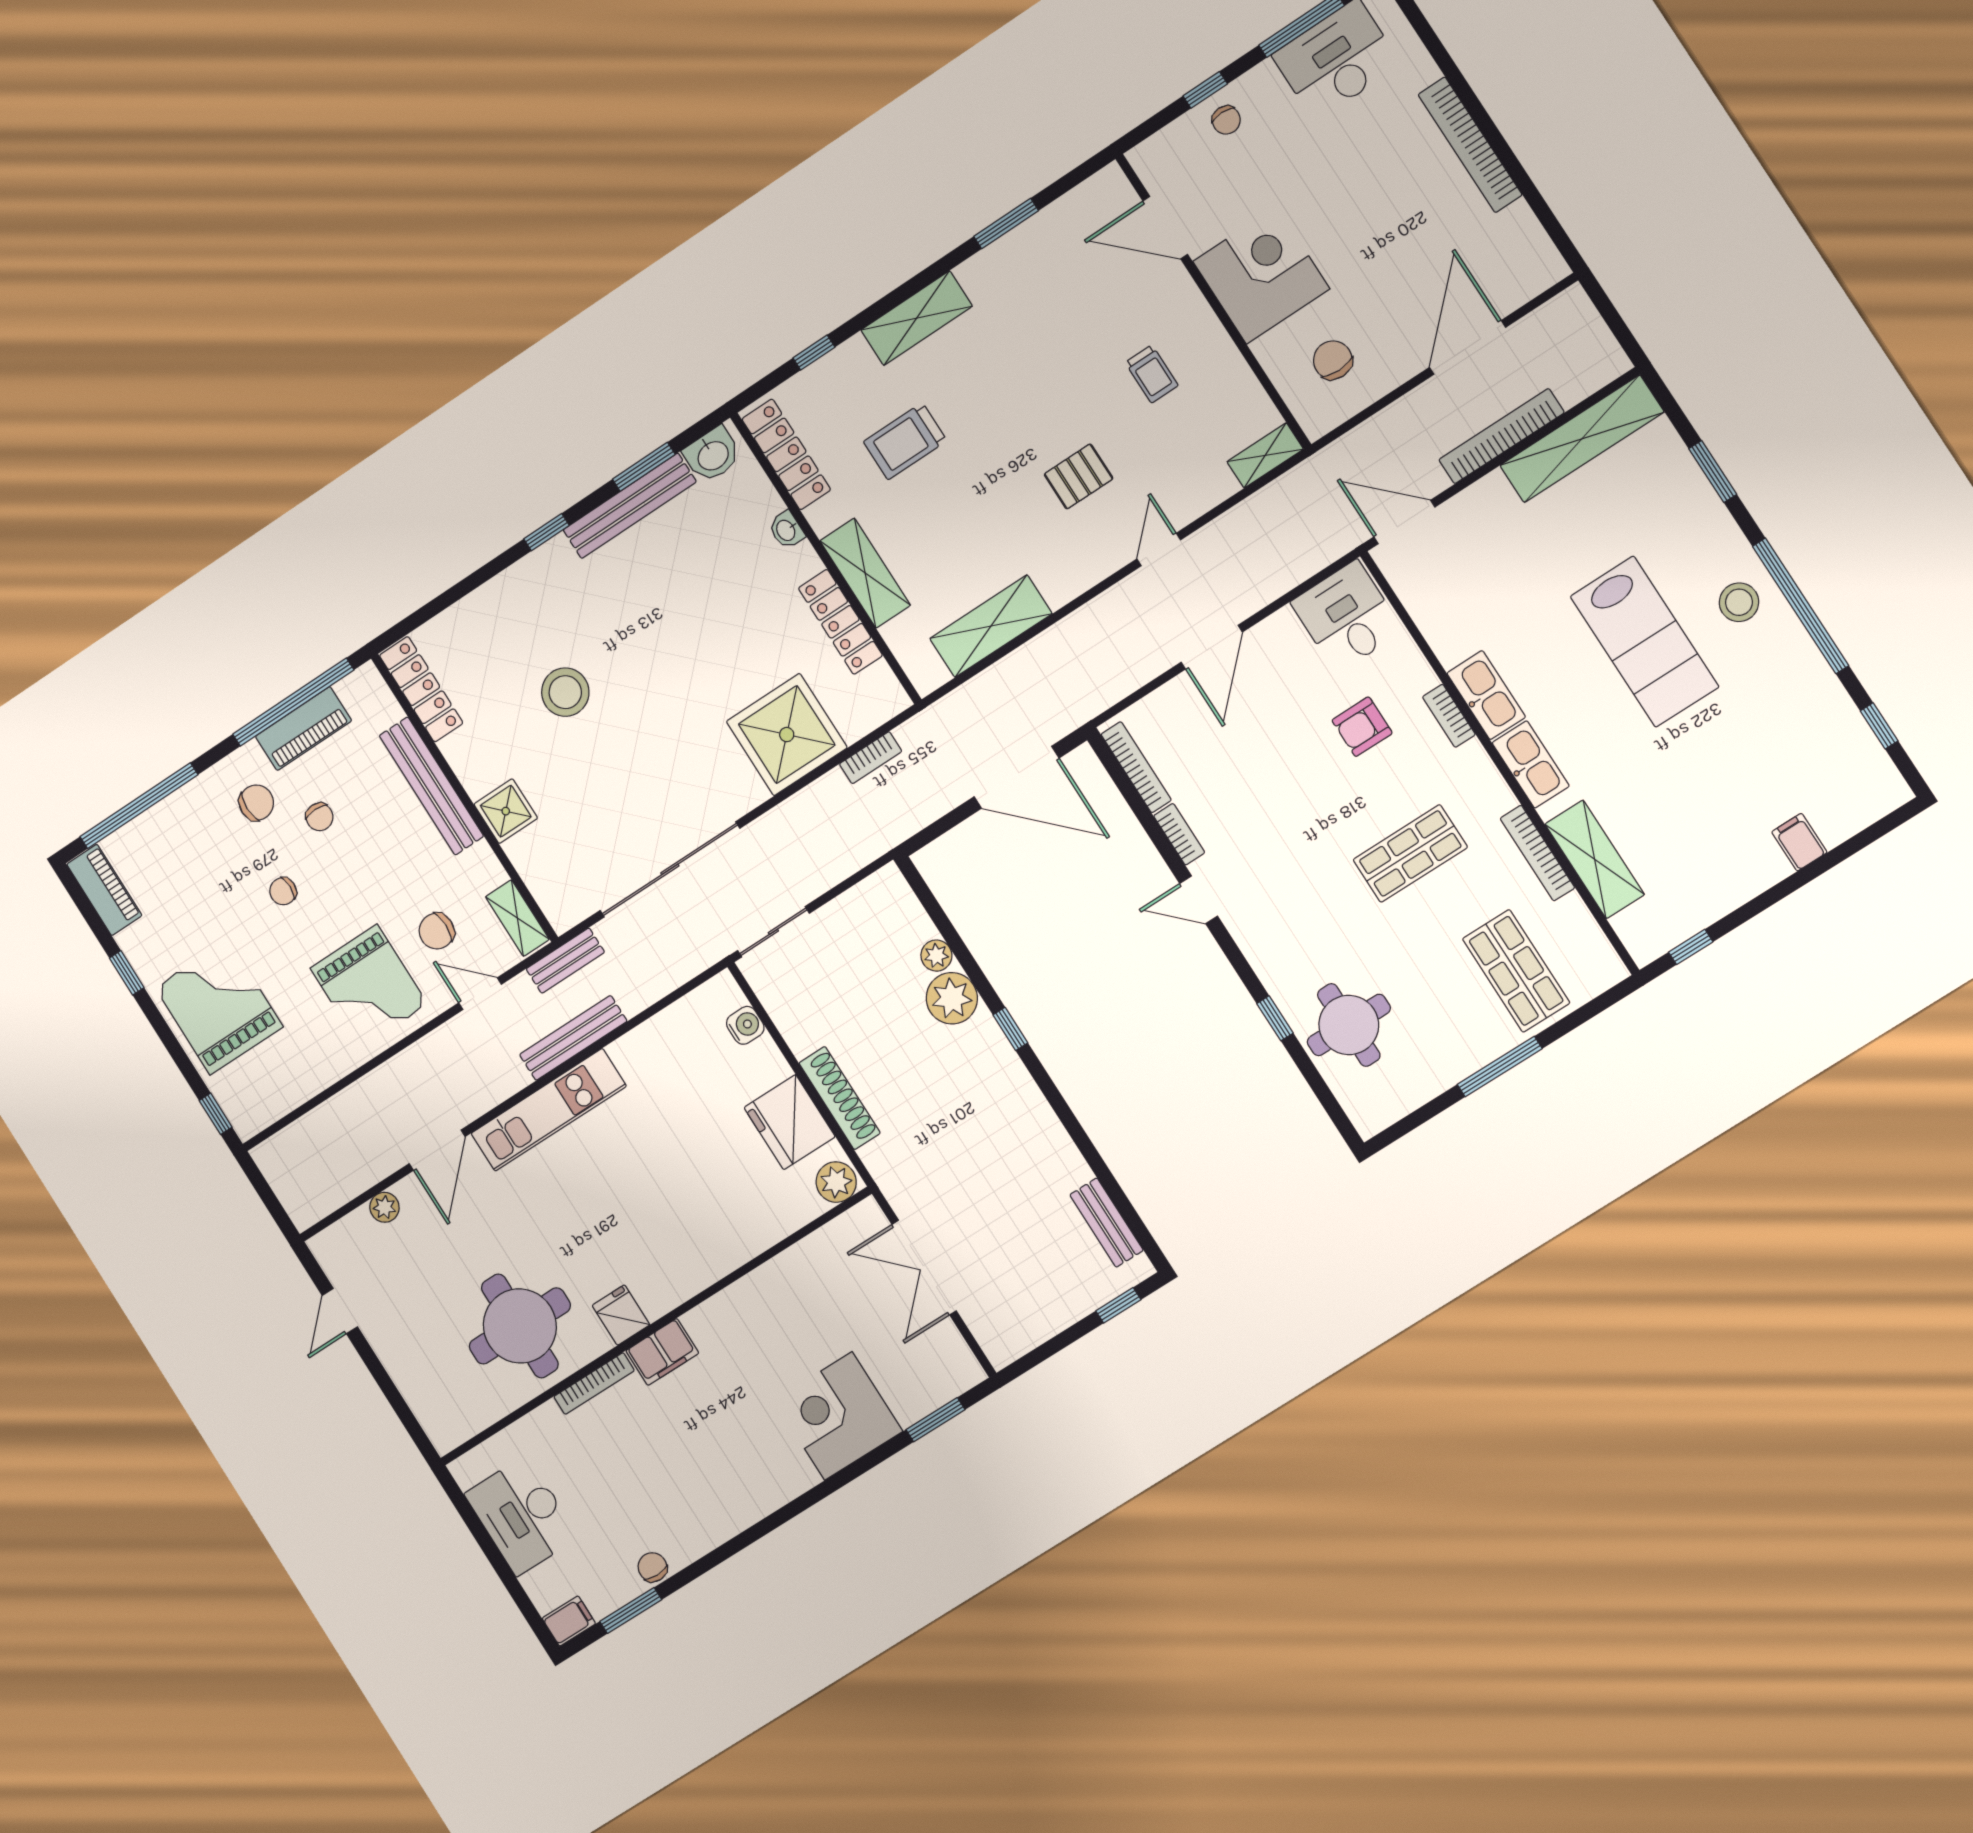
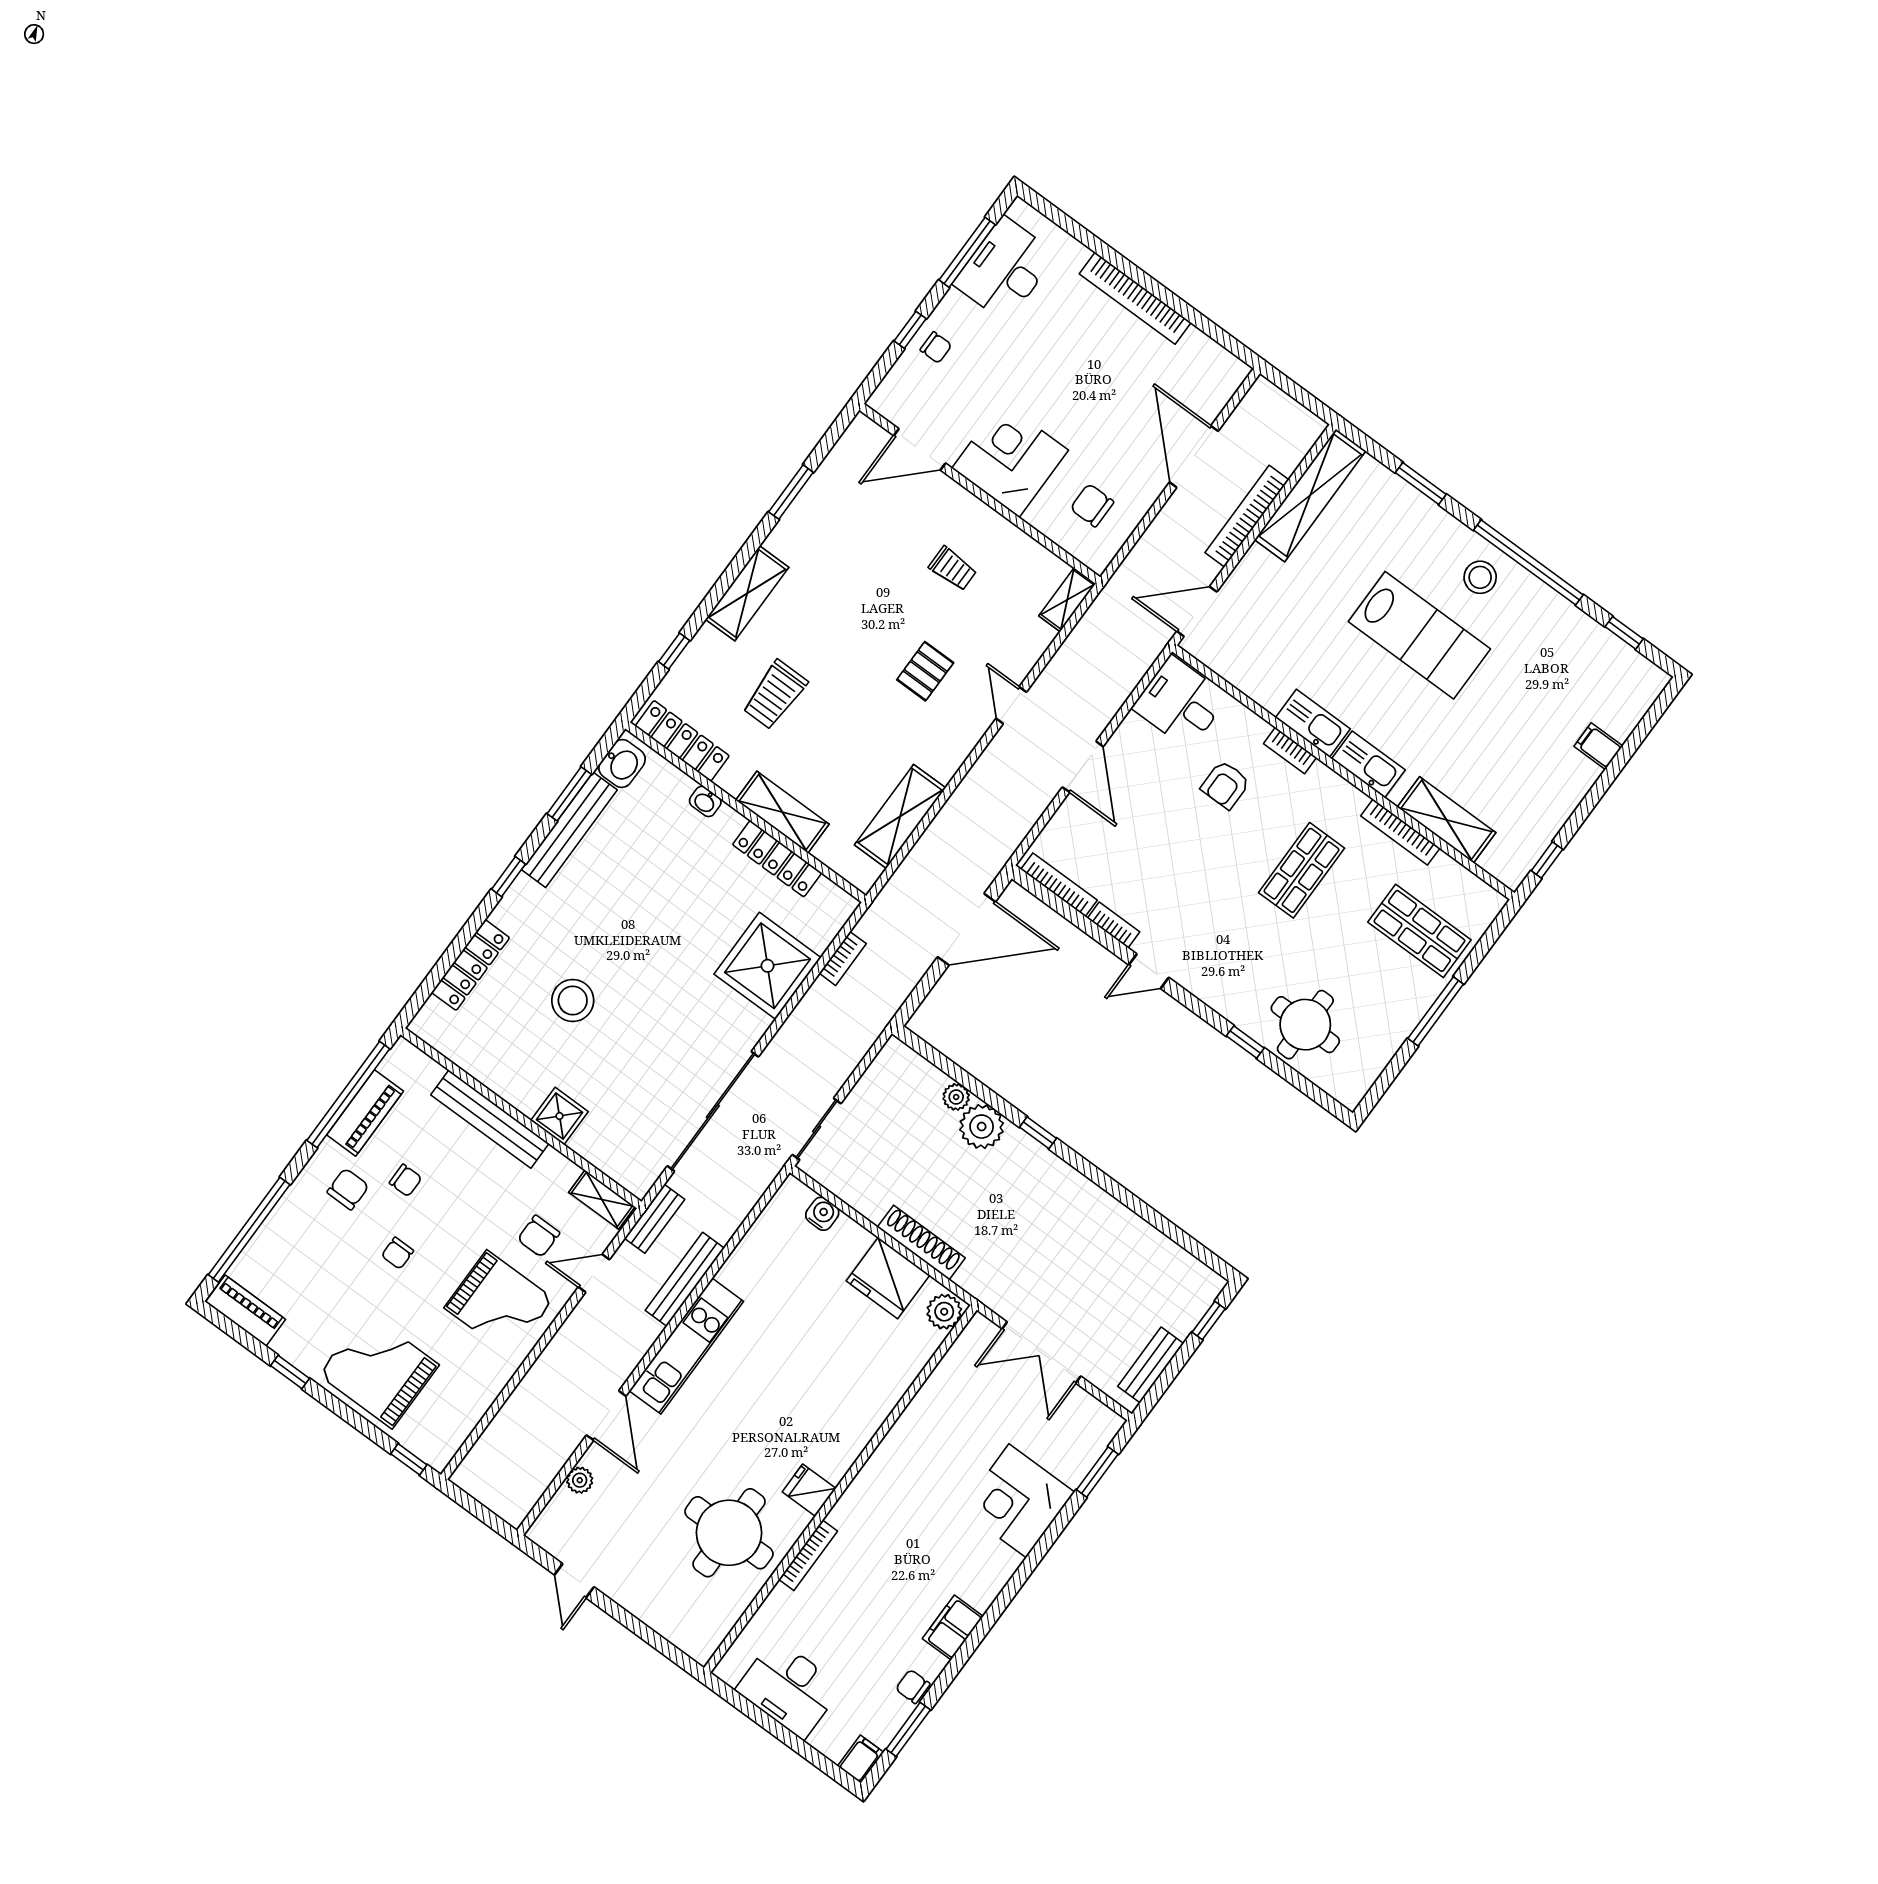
locker: (421, 689) -> (471, 965), moved, turned 90
bench: (1106, 1223) -> (1151, 1365), moved, turned 90
filing cabinet: (662, 1352) -> (953, 1628), moved, turned 180

